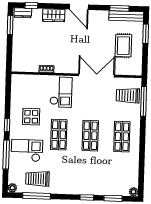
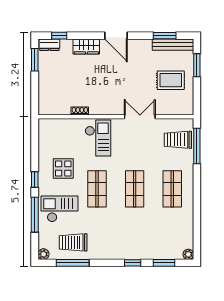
rug: (123, 46) -> (171, 80), turned 90
double door: (97, 75) -> (140, 117), width x0.73

